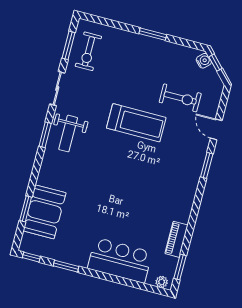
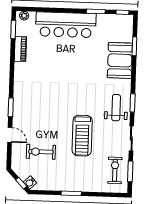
treadmill: (136, 123) -> (82, 136), moved, turned -90
booth: (45, 212) -> (120, 60), moved
bar counter: (120, 260) -> (66, 25), width x1.36

